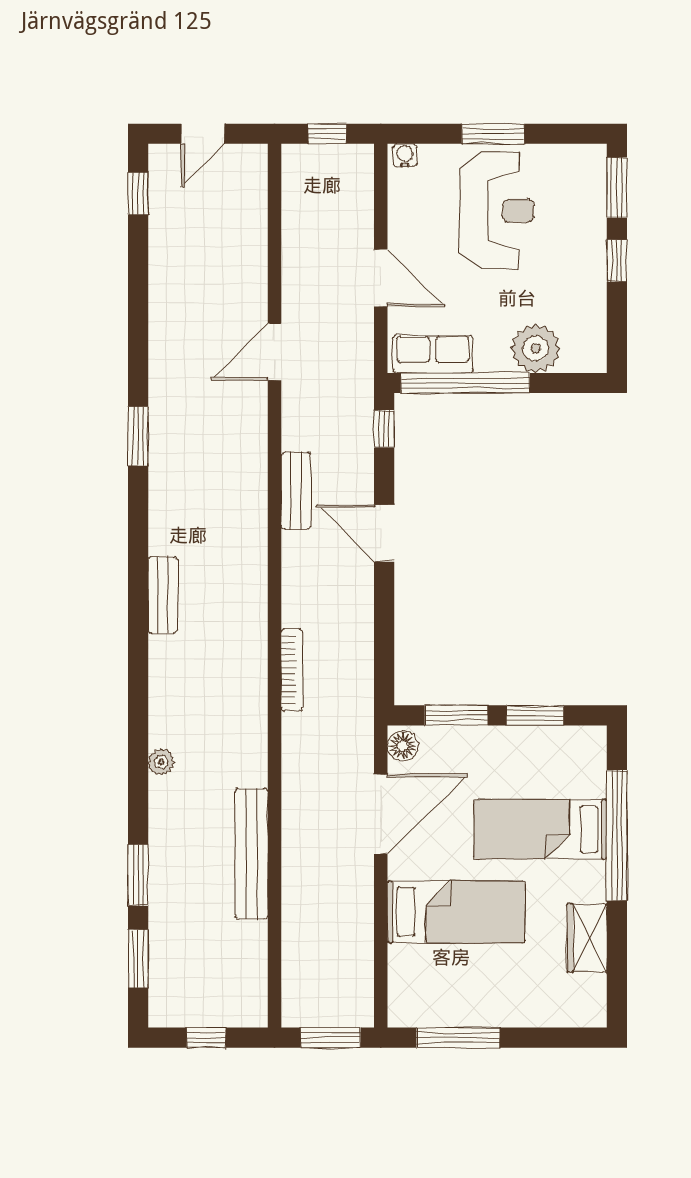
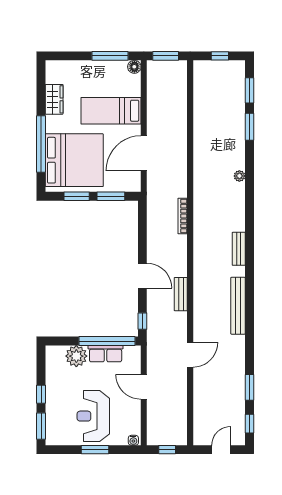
row of seats: (433, 354) -> (106, 354), moved
window: (138, 436) -> (249, 387), moved
floor lamp: (403, 746) -> (134, 67), moved
bed: (541, 829) -> (74, 160), width x2.04
bench: (252, 854) -> (238, 306), moved

